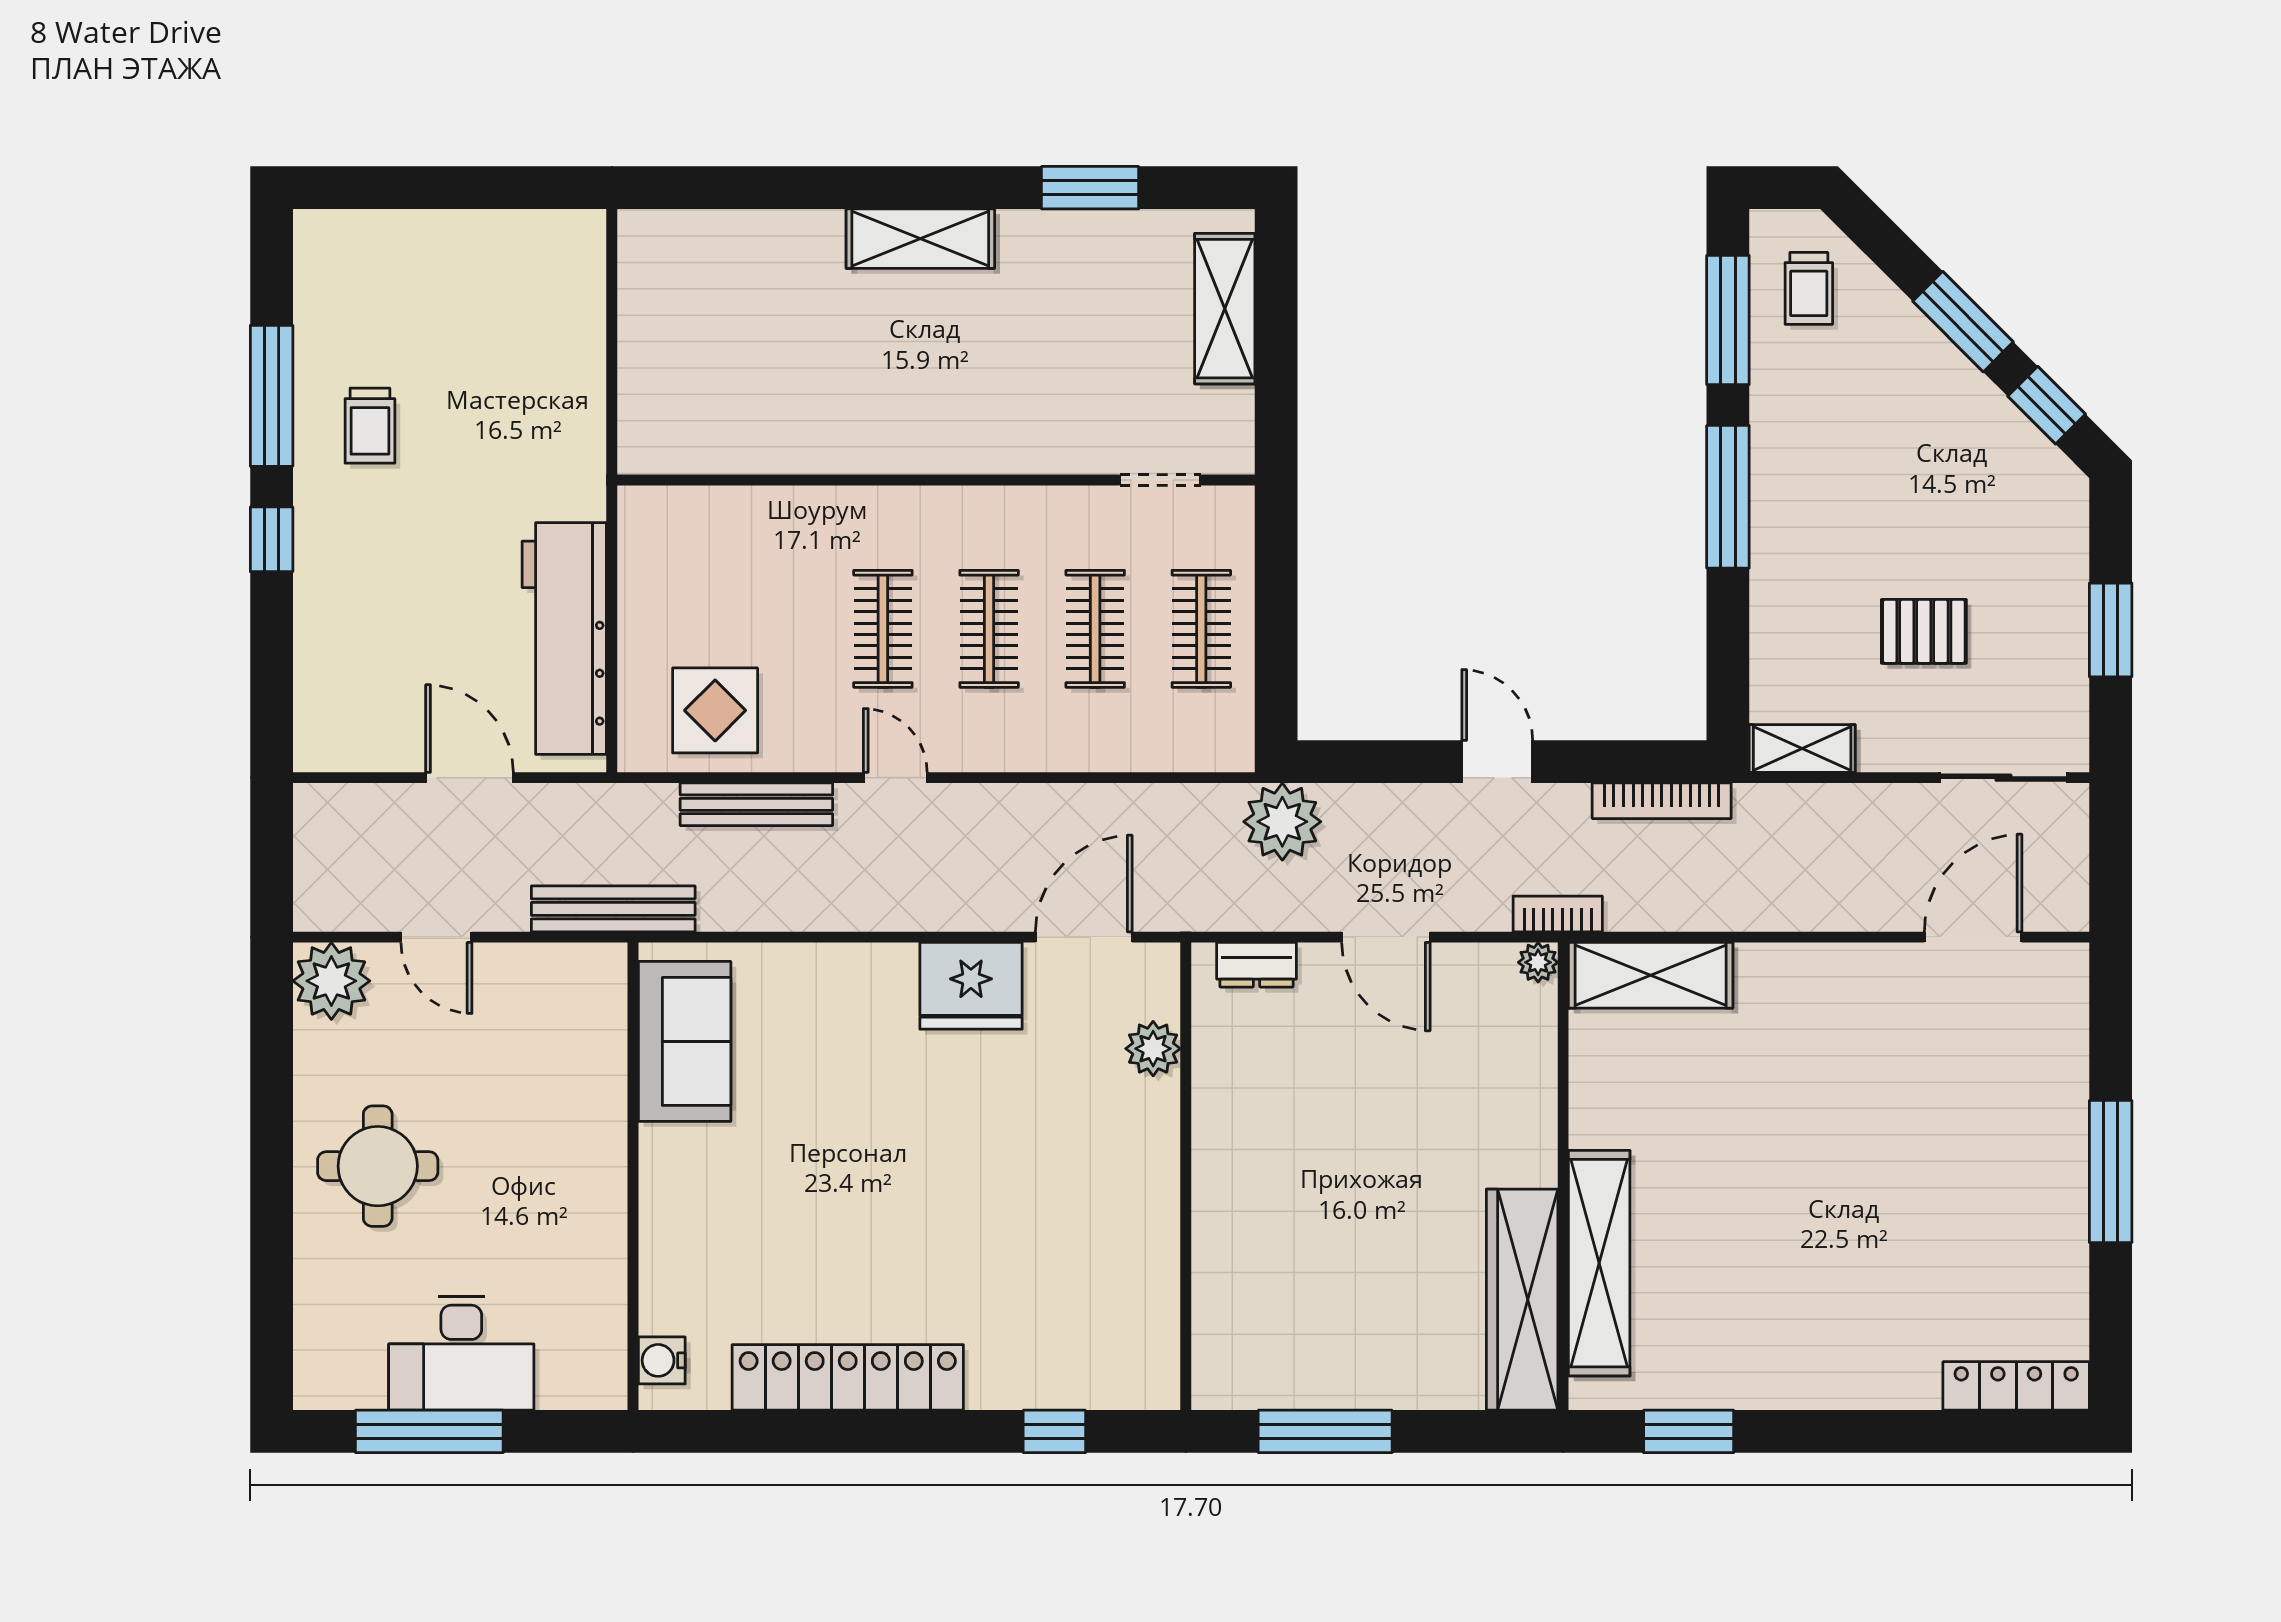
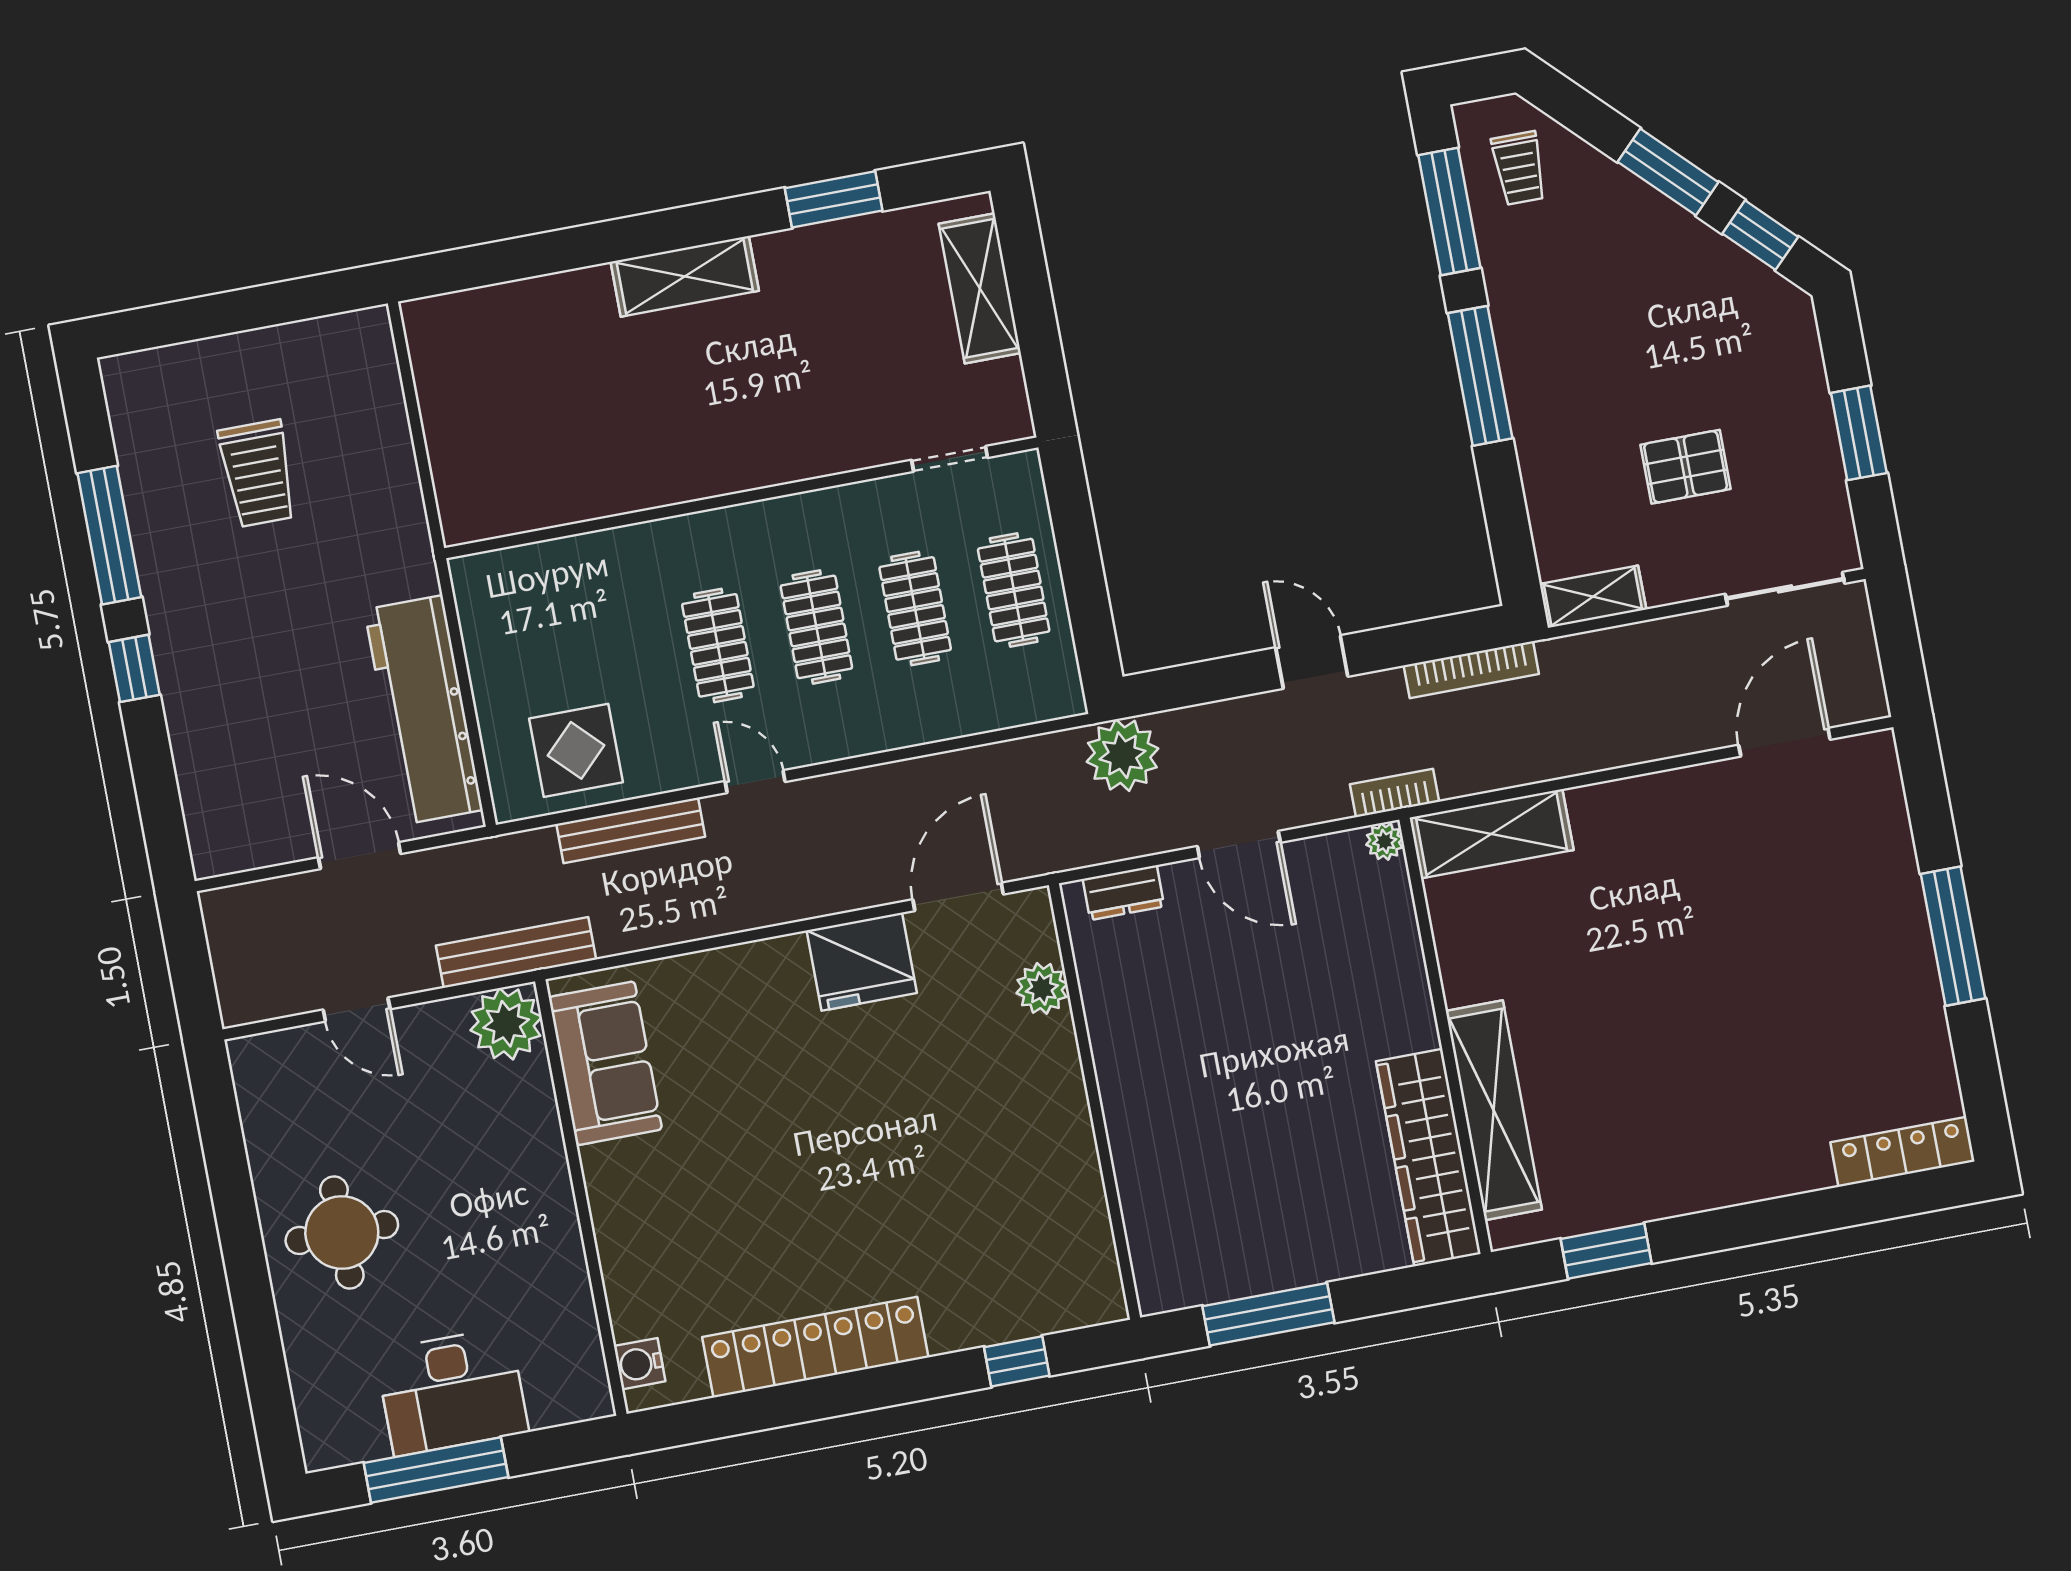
trolley: (370, 426) -> (258, 474), moved, width x1.36, depth x1.39
plant: (331, 981) -> (506, 1024), moved

